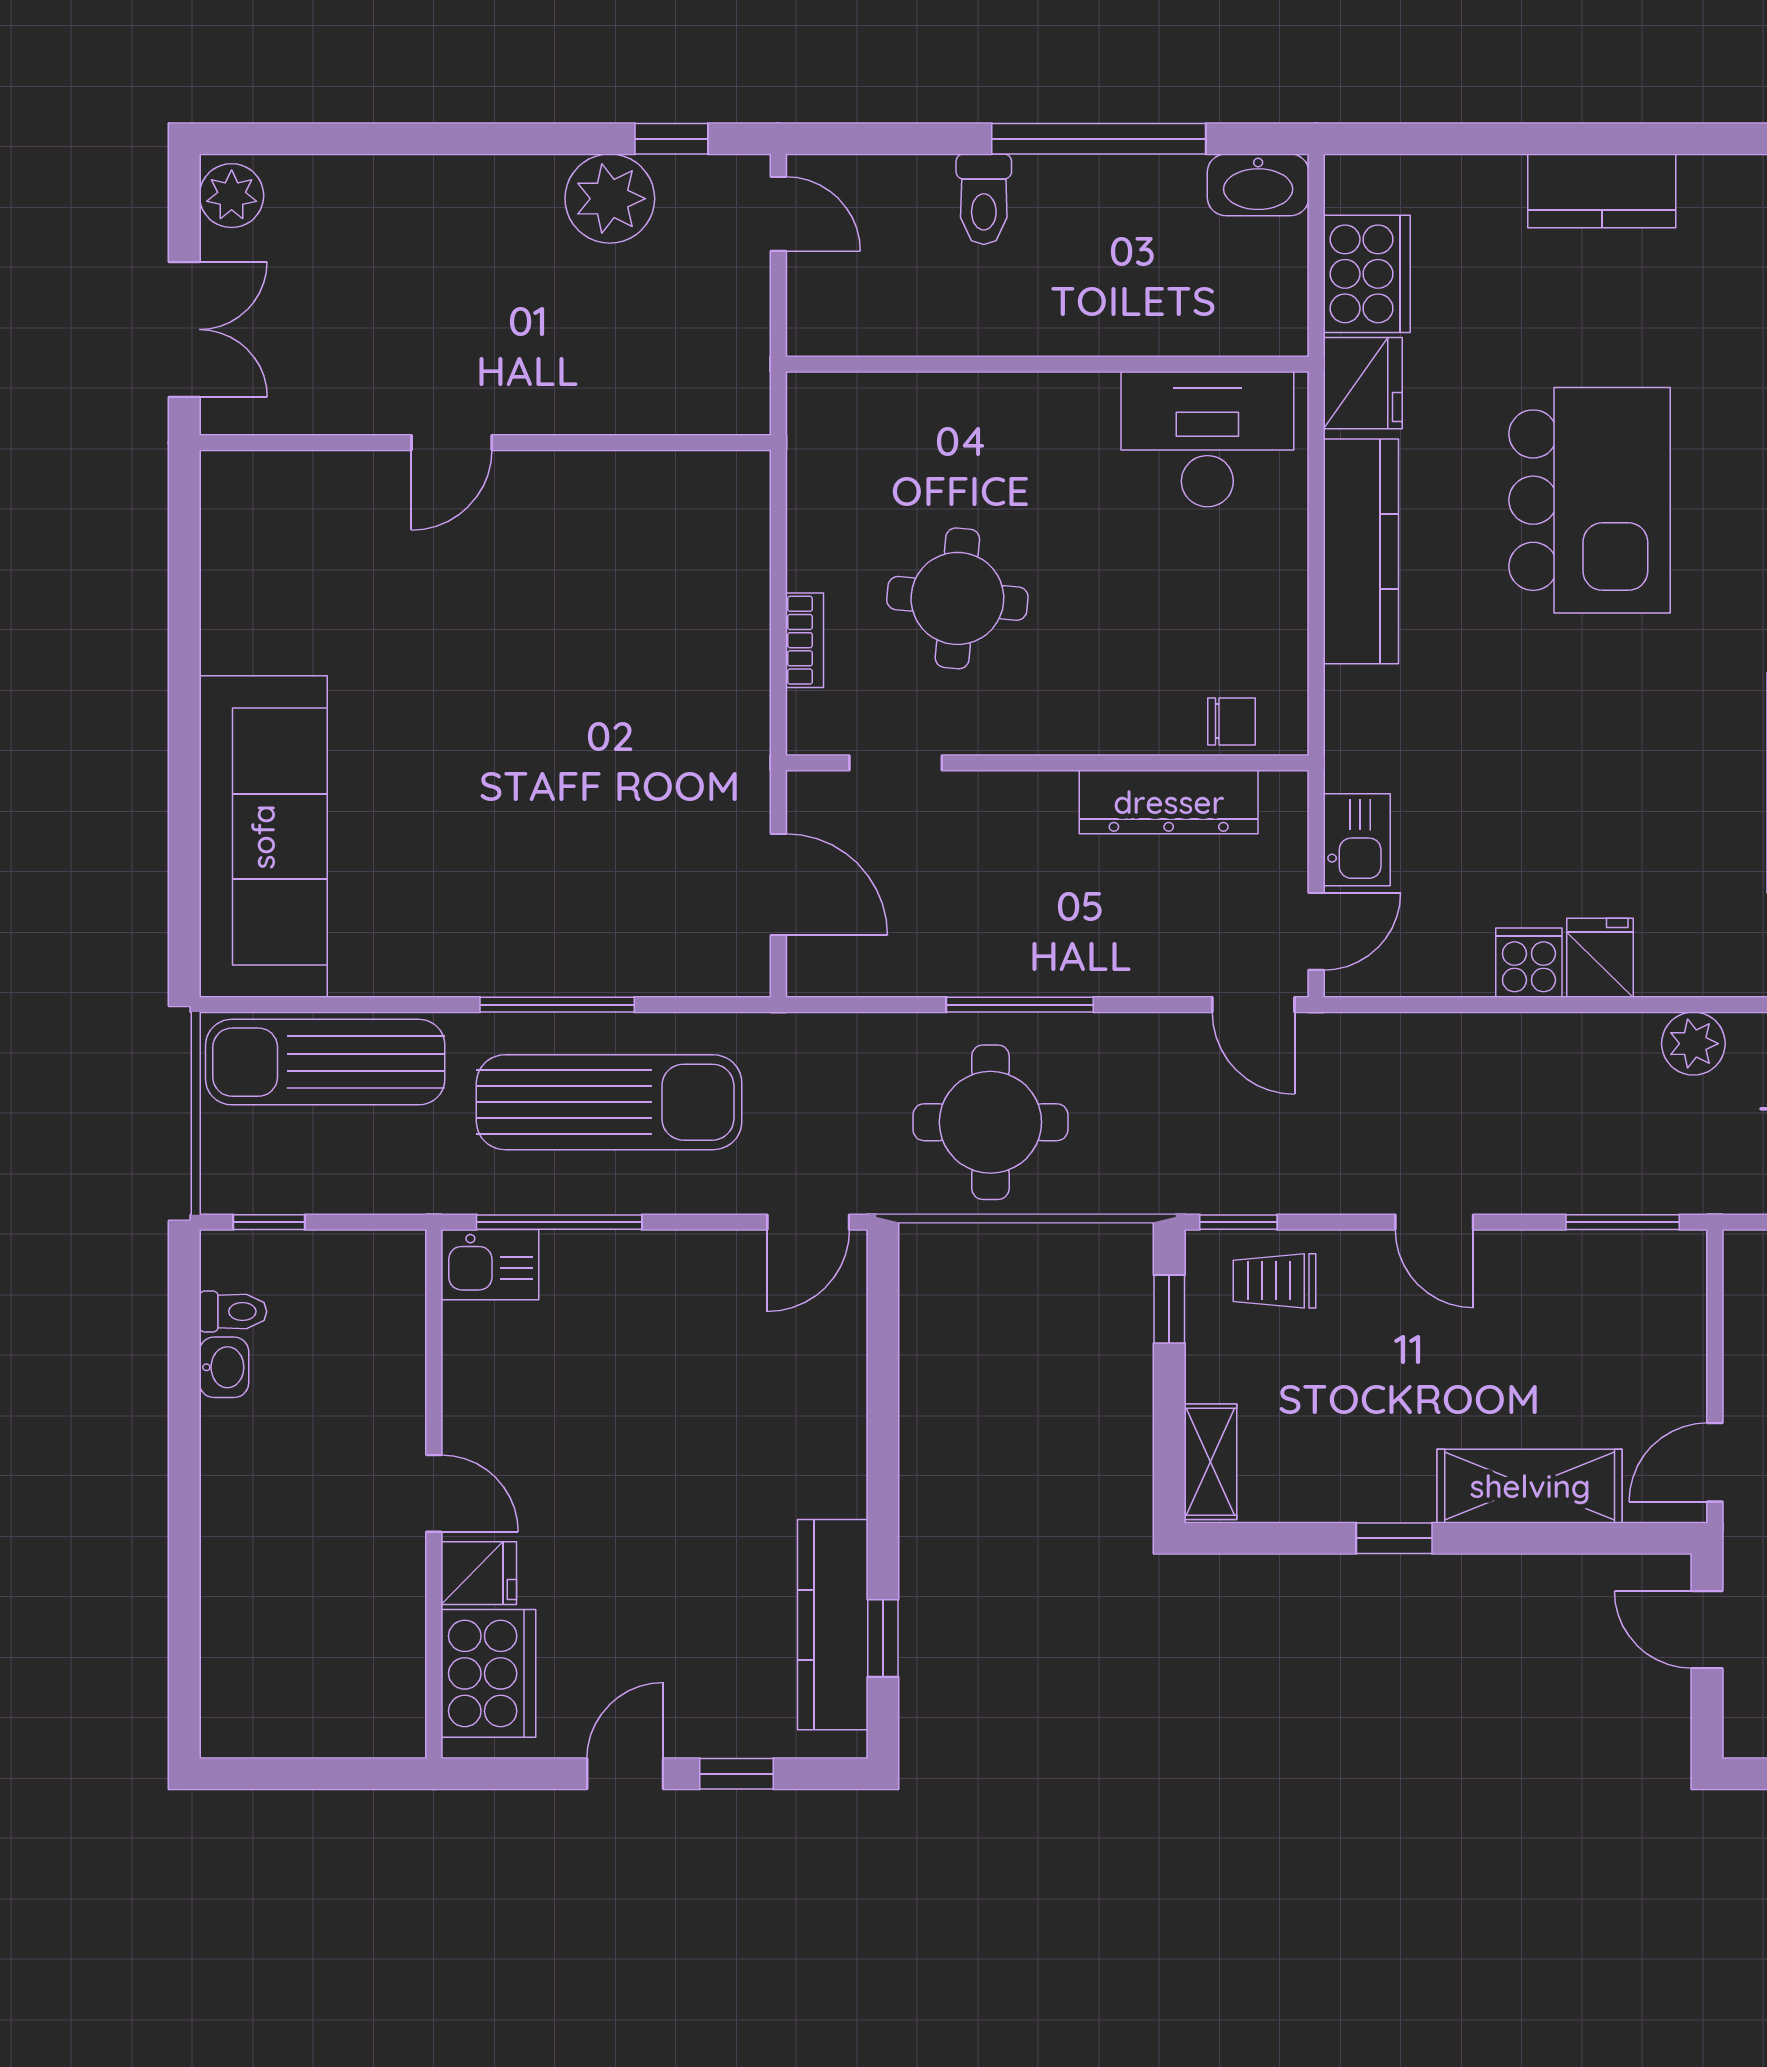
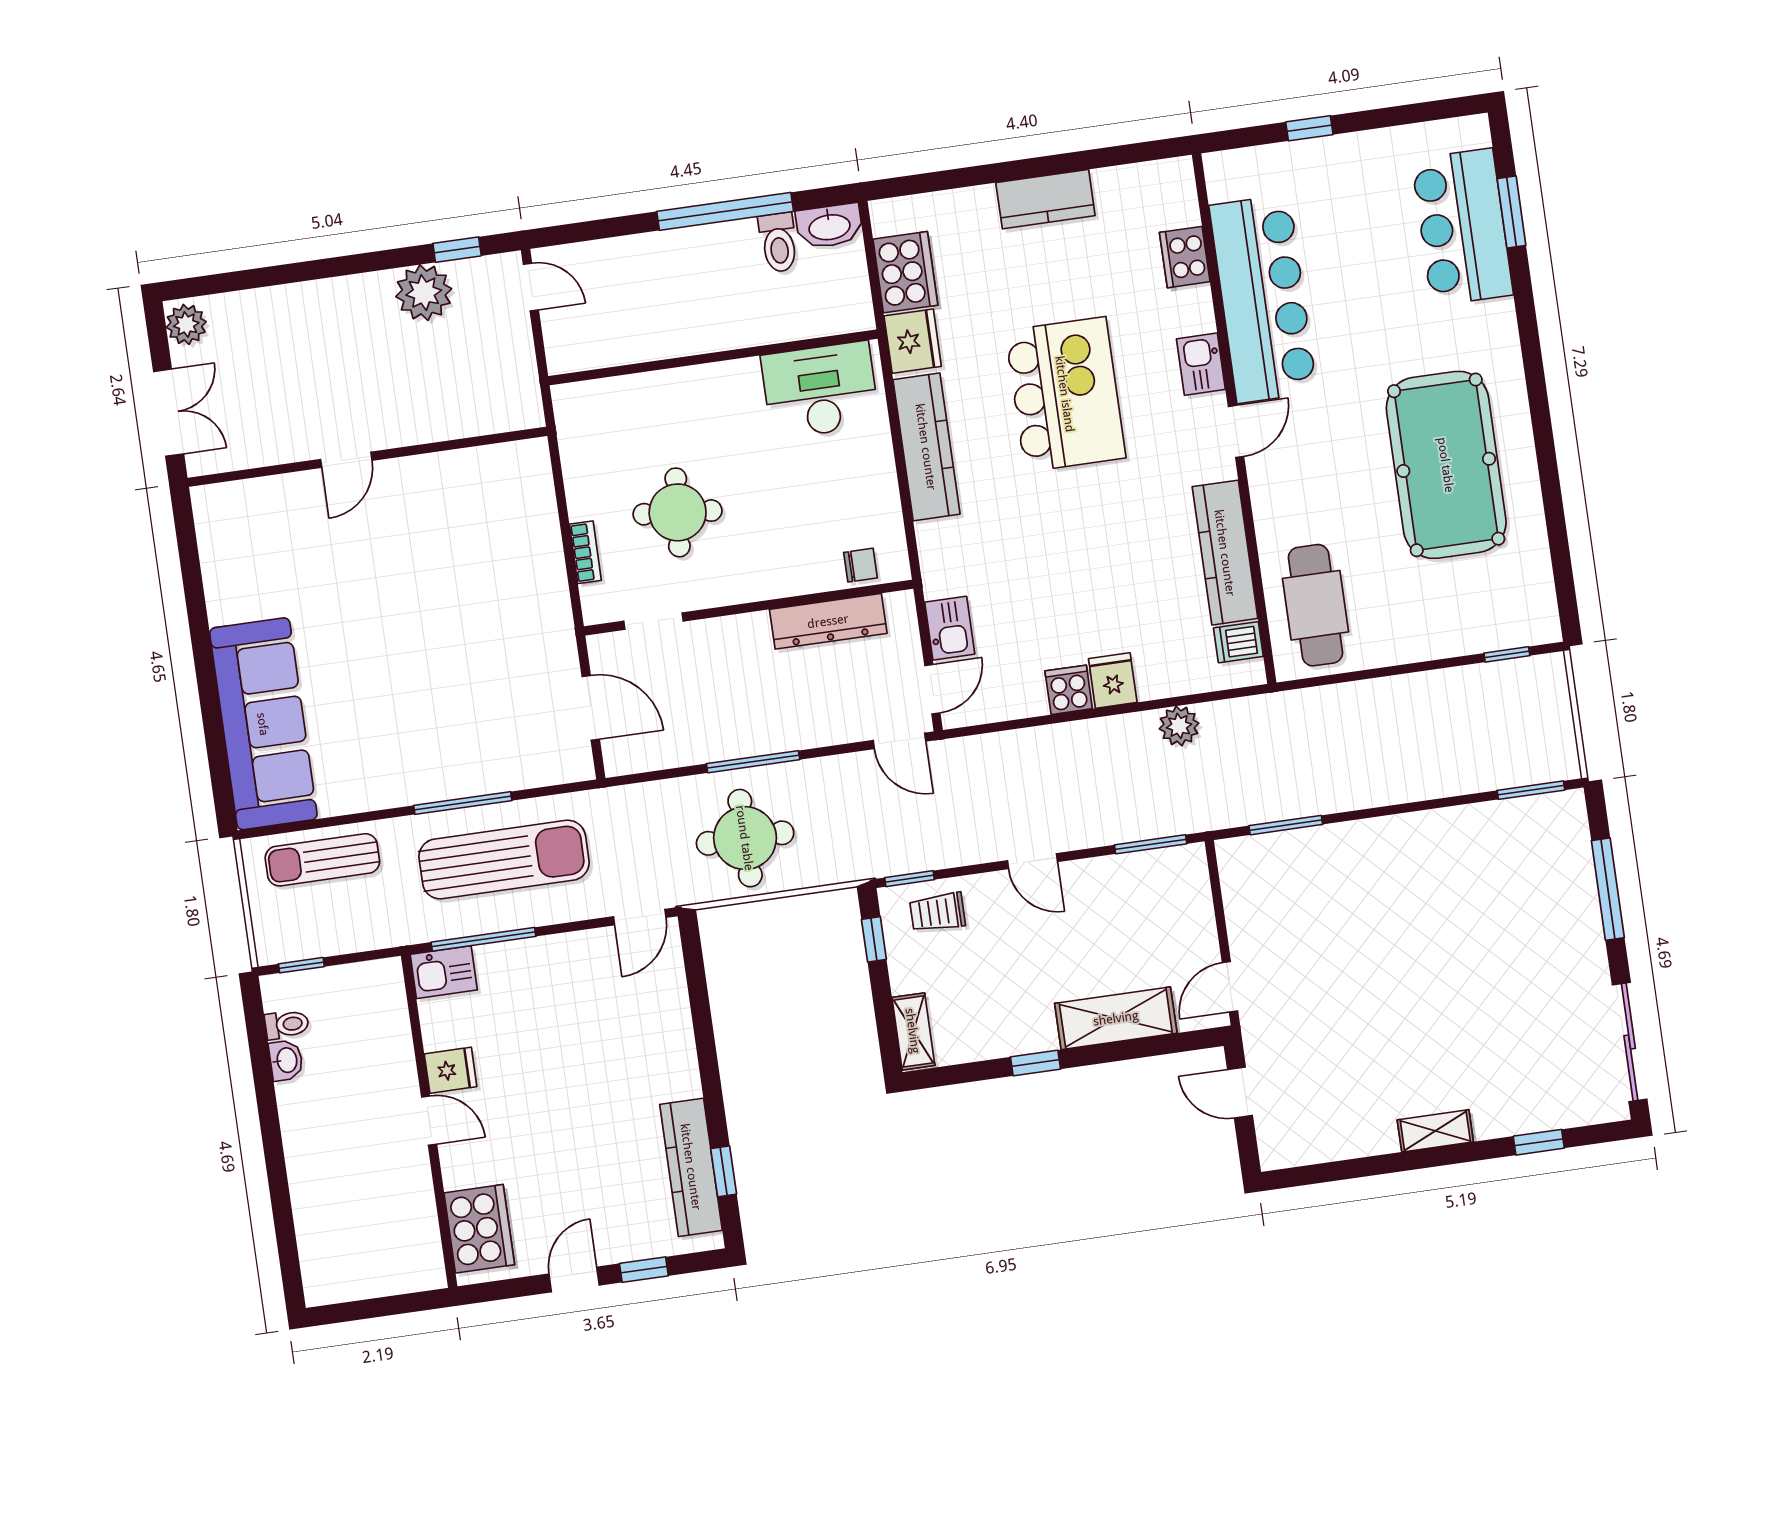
toilet: (984, 199) -> (778, 242), moved
sun lounger: (325, 1062) -> (322, 860), width x0.73, depth x0.75
fridge: (479, 1573) -> (451, 1070), moved

